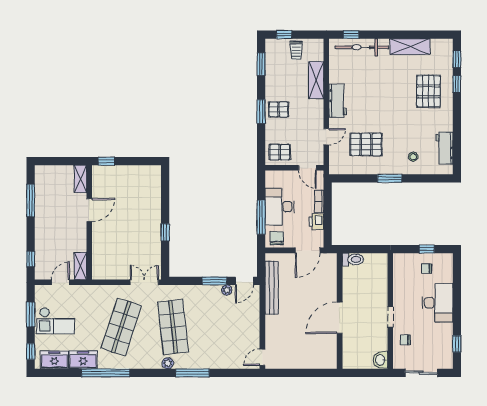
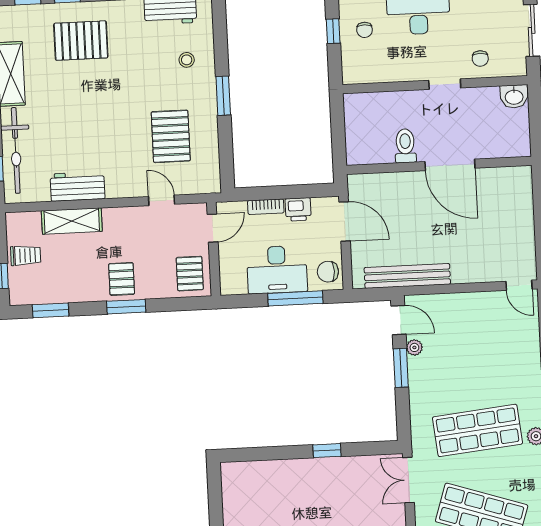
workbench: (338, 101) -> (77, 186), moved
toilet: (353, 259) -> (405, 146), moved

